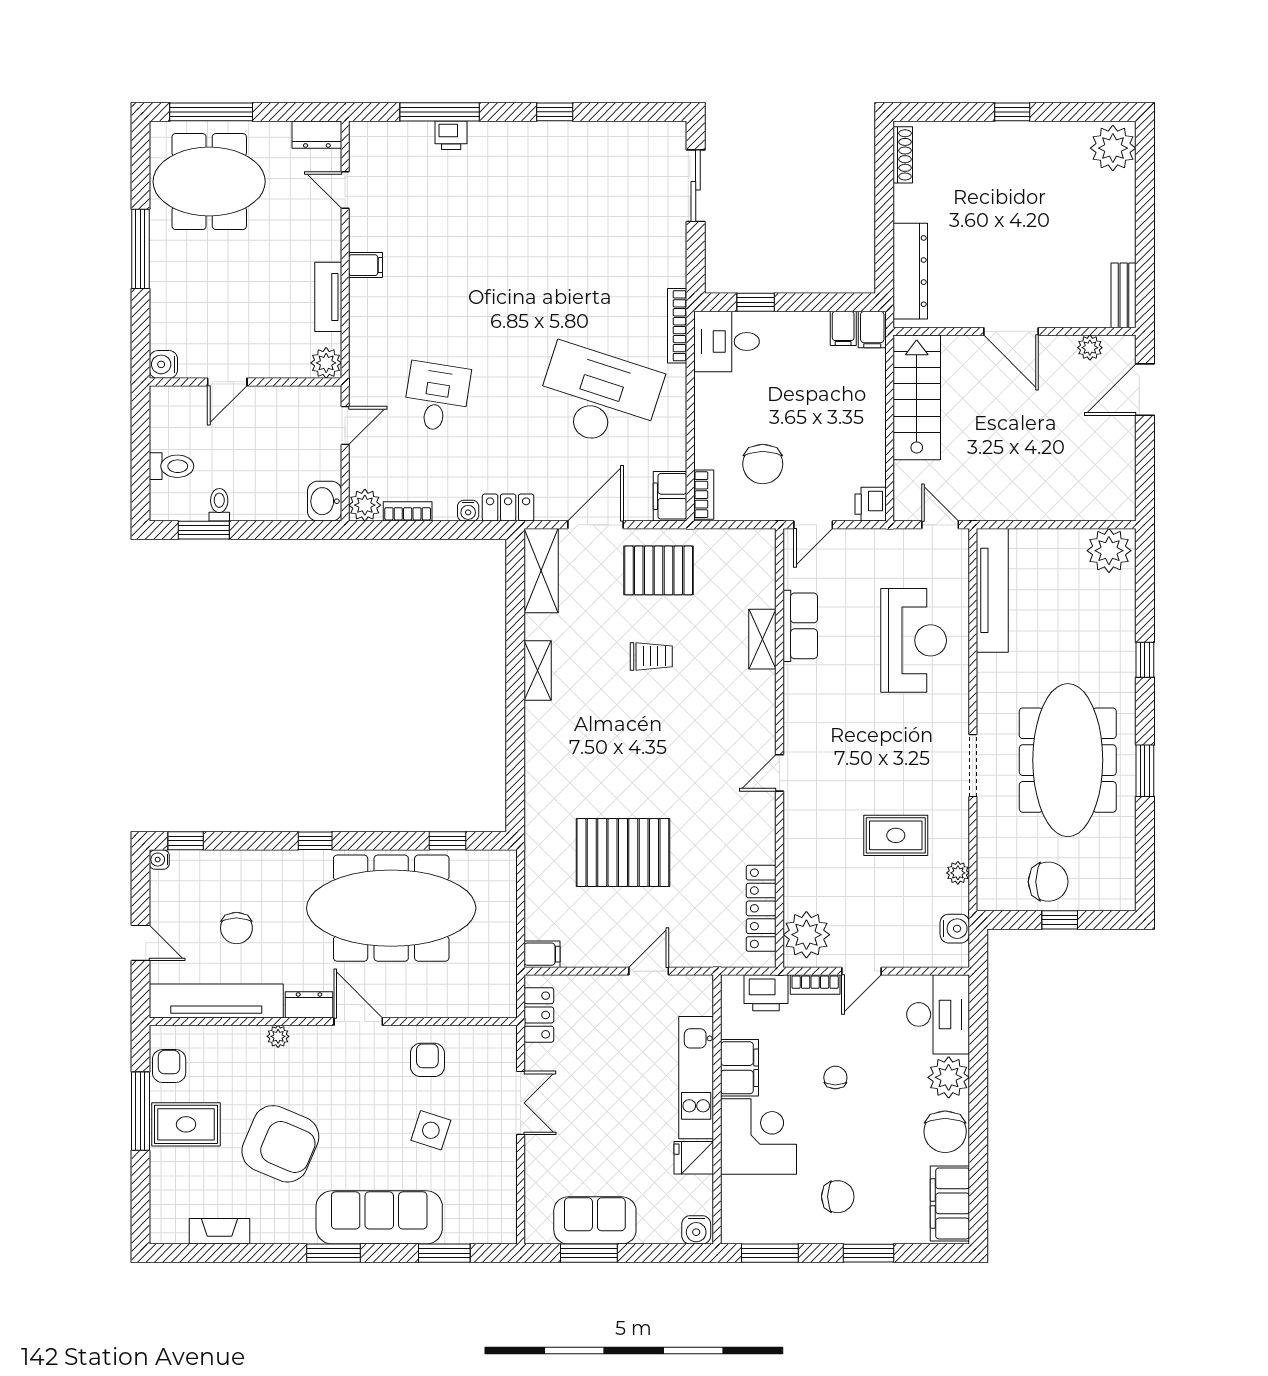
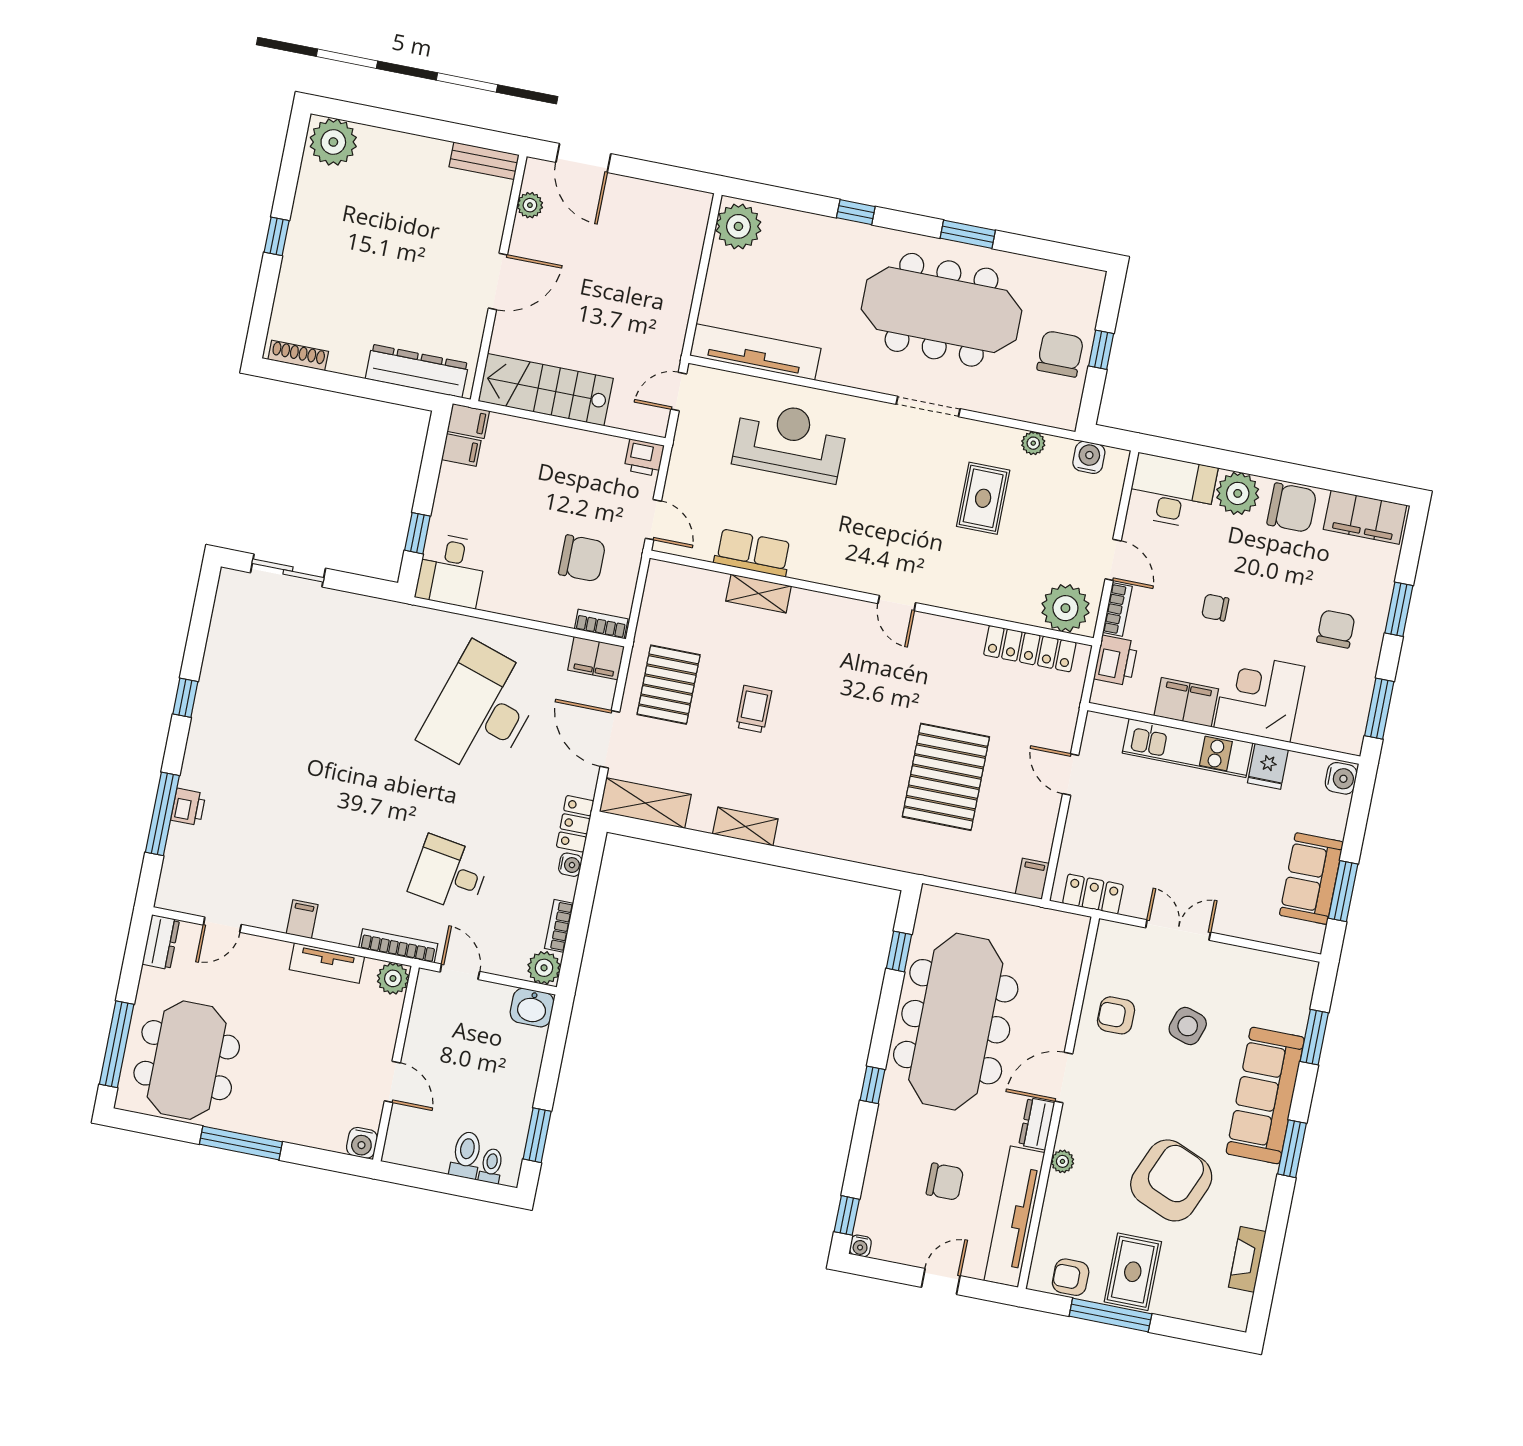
bookcase: (677, 326) -> (398, 946), moved, turned 180
toilet: (219, 505) -> (491, 1166), moved, turned 90

